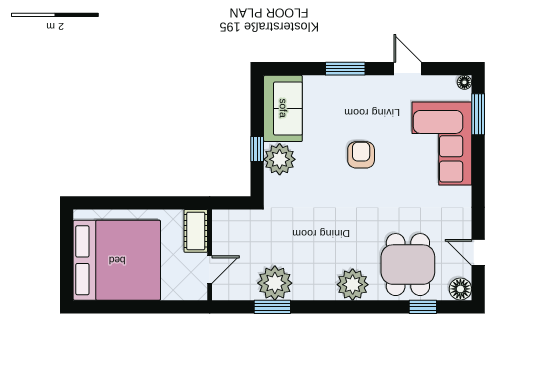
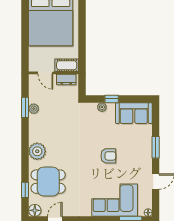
plant: (280, 159) -> (102, 107), width x0.53, depth x0.53
dresser: (222, 232) -> (66, 79), added
plant: (275, 283) -> (34, 109), width x0.53, depth x0.53

